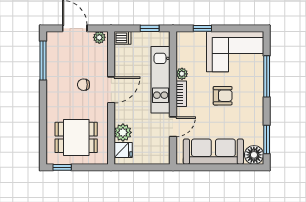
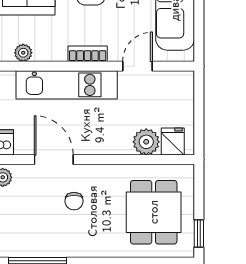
plant: (182, 74) -> (23, 53), moved
door: (111, 90) -> (54, 160), moved
door: (173, 127) -> (138, 66), hinge flipped

